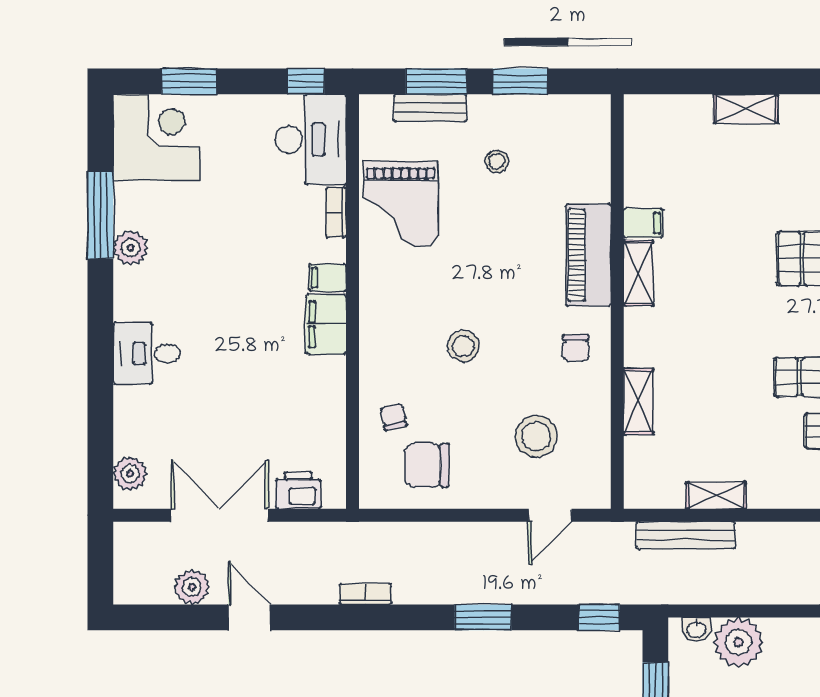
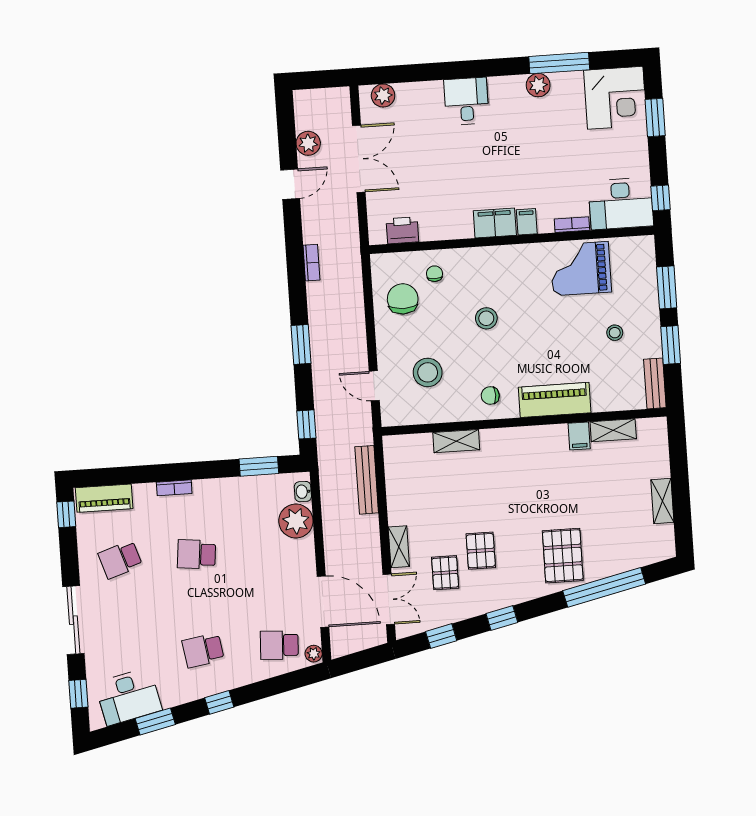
bench: (430, 108) -> (655, 383), moved
shelving: (638, 273) -> (613, 430), moved
chair: (394, 417) -> (434, 274), turned -79
printer: (298, 490) -> (402, 230), moved, turned -90
shelving: (716, 495) -> (399, 547), moved

